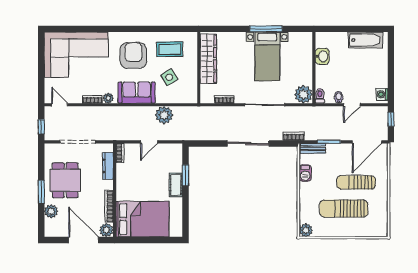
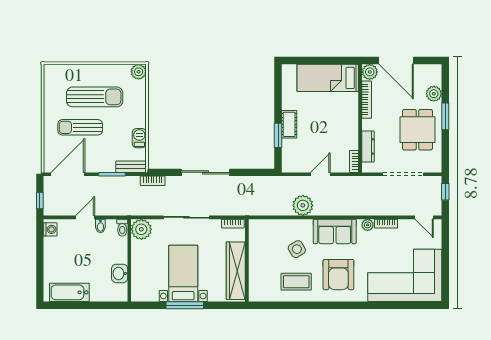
wardrobe: (208, 59) -> (236, 271), moved
wall: (199, 68) -> (247, 260), moved
sun lounger: (356, 182) -> (80, 127), turned 180
bed: (142, 219) -> (328, 78), width x0.67

